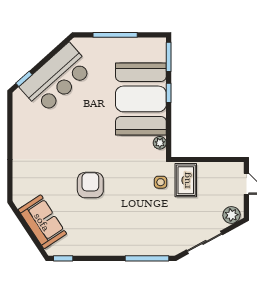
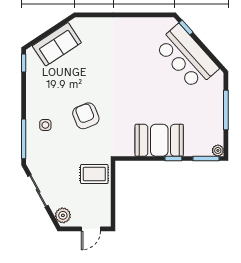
booth: (141, 99) -> (159, 140), width x0.73, depth x0.70
plant: (160, 143) -> (218, 150), moved
side table: (161, 182) -> (45, 125), moved
armchair: (90, 185) -> (86, 116), moved, turned -112

